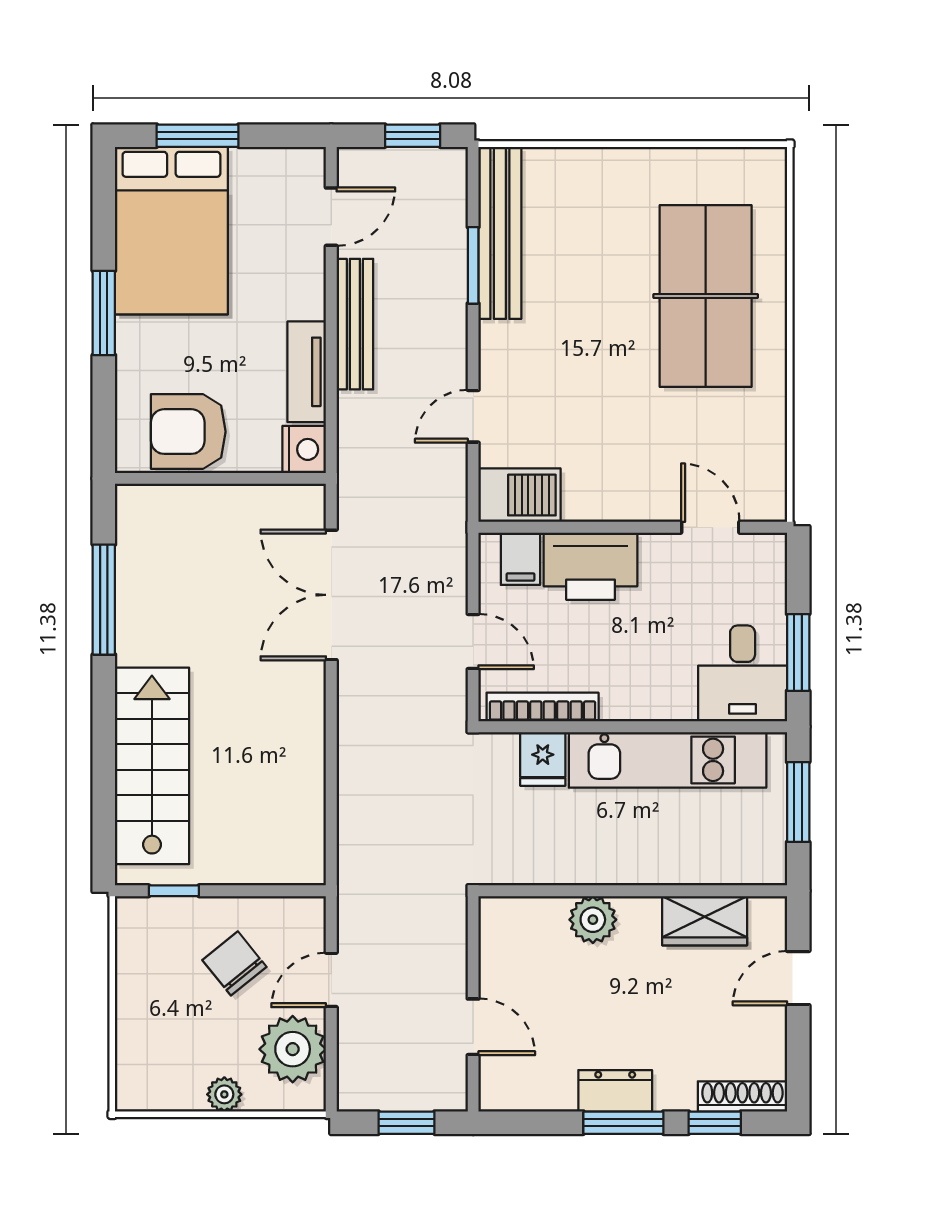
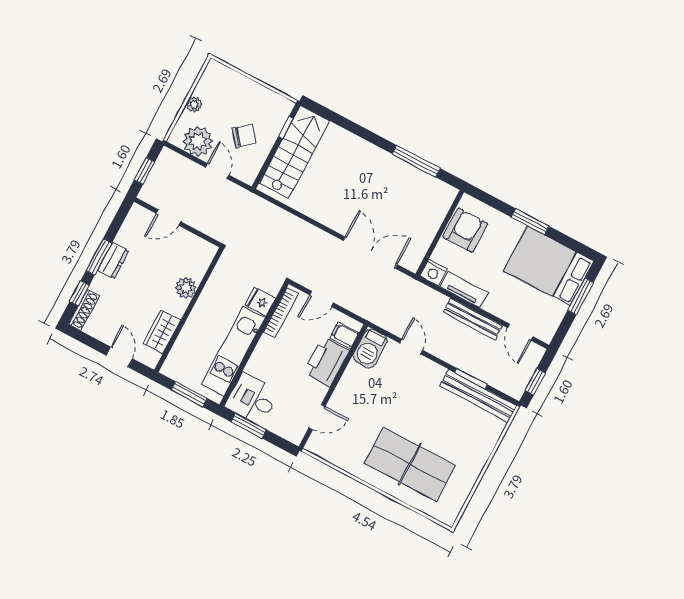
stairs: (152, 766) -> (294, 152), moved, turned -90

